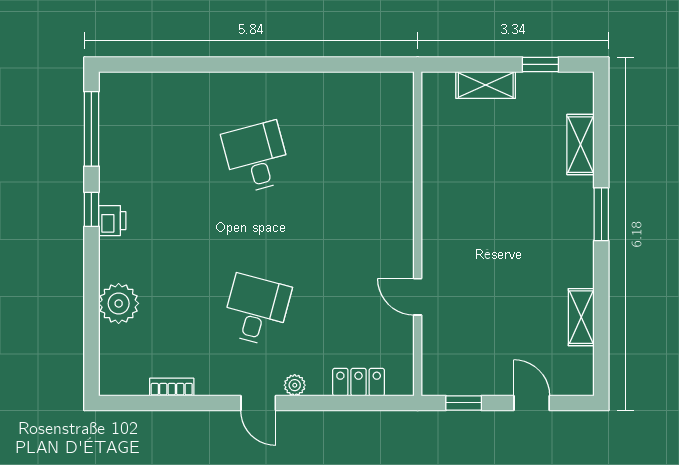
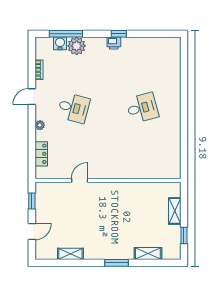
window: (91, 129) -> (66, 34), moved
water cooler: (113, 340) -> (60, 43), added
door: (258, 403) -> (32, 97), moved

